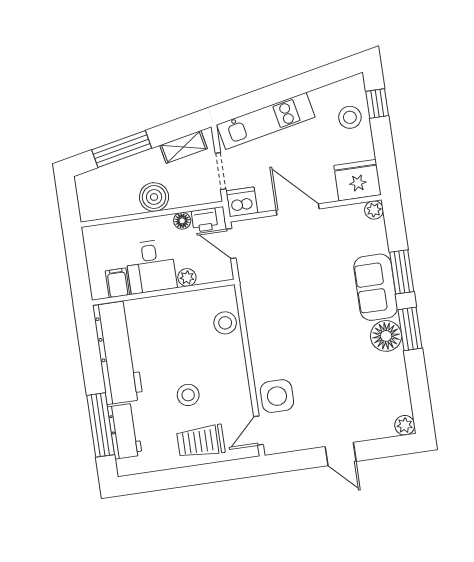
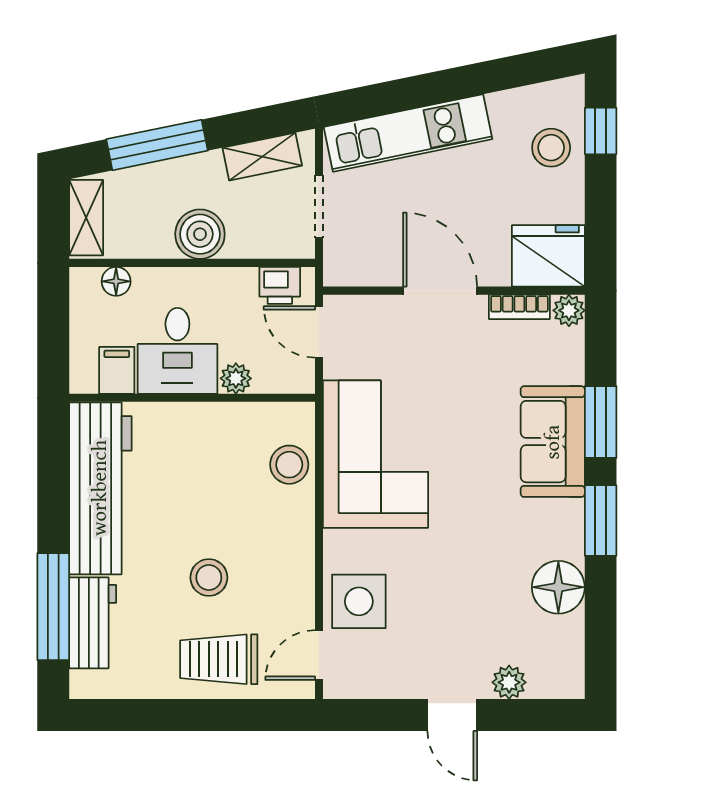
shelving: (87, 197) -> (86, 218), added
dishwasher: (242, 202) -> (347, 264), removed
bookcase: (345, 212) -> (519, 307), added
floor lamp: (182, 221) -> (116, 281), moved
corner sofa: (274, 309) -> (376, 454), added
floor lamp: (386, 336) -> (558, 587), moved
plant: (405, 425) -> (509, 682), moved

